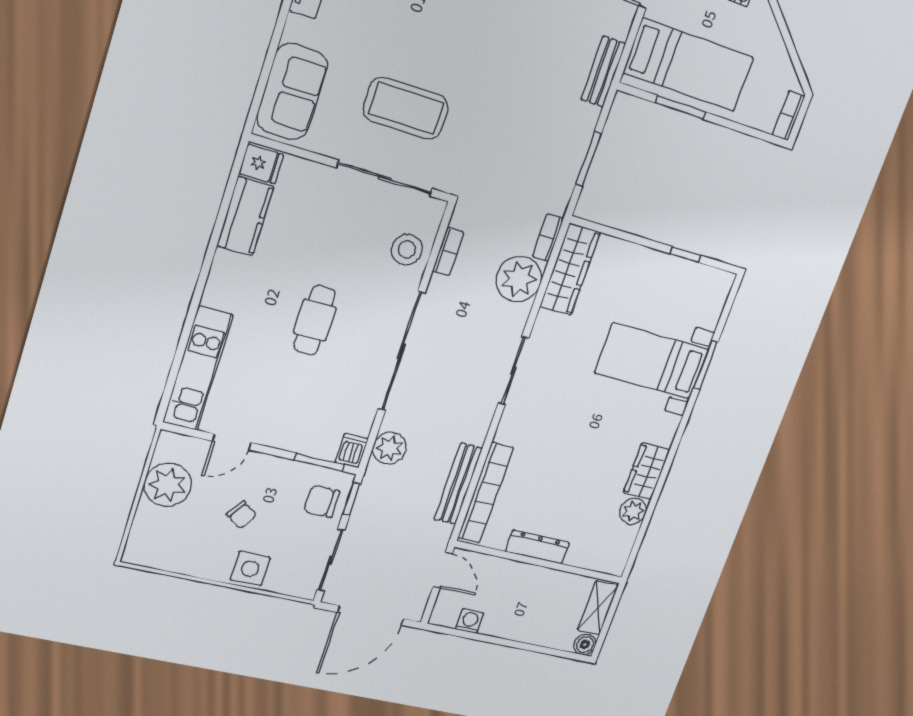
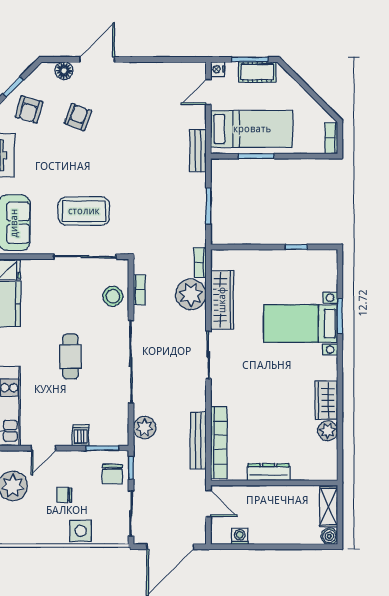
wardrobe: (570, 269) -> (222, 300), moved
dishwasher: (352, 451) -> (81, 435), moved
chair: (322, 501) -> (112, 474), turned -90
chair: (242, 515) -> (64, 495), turned 145

